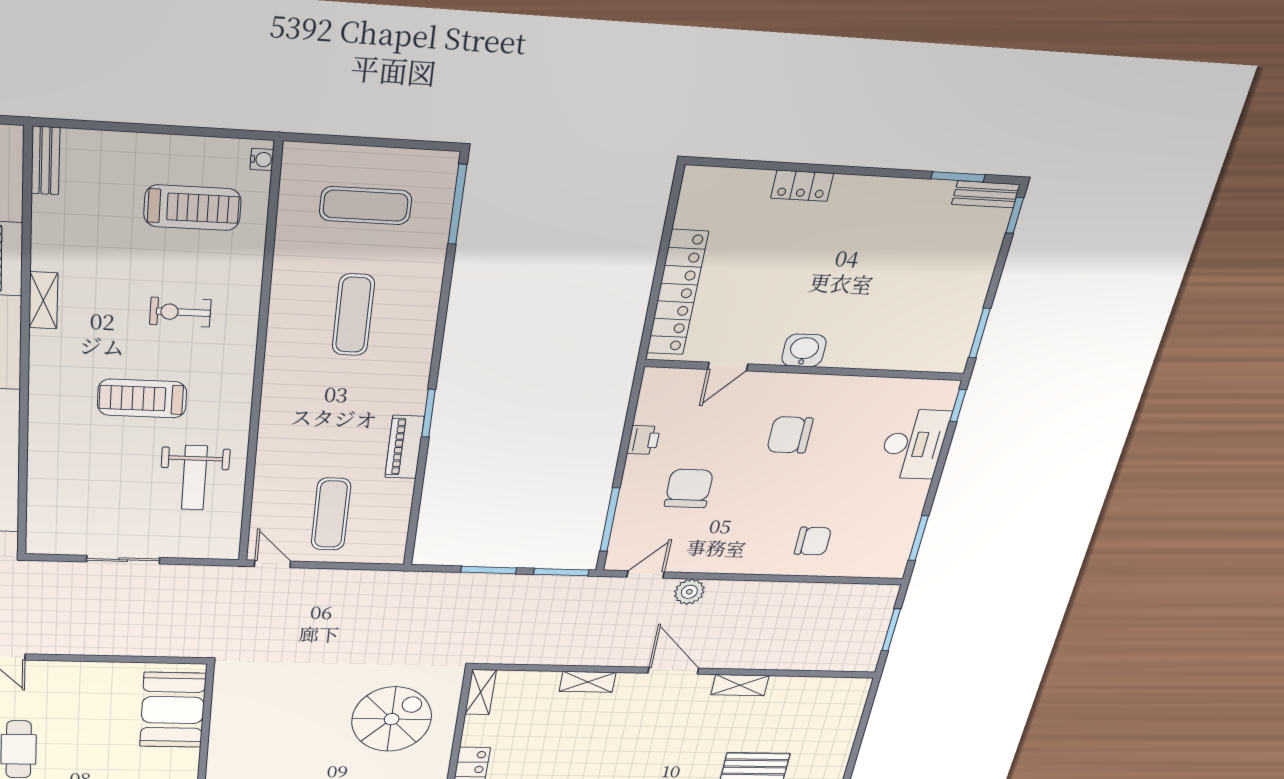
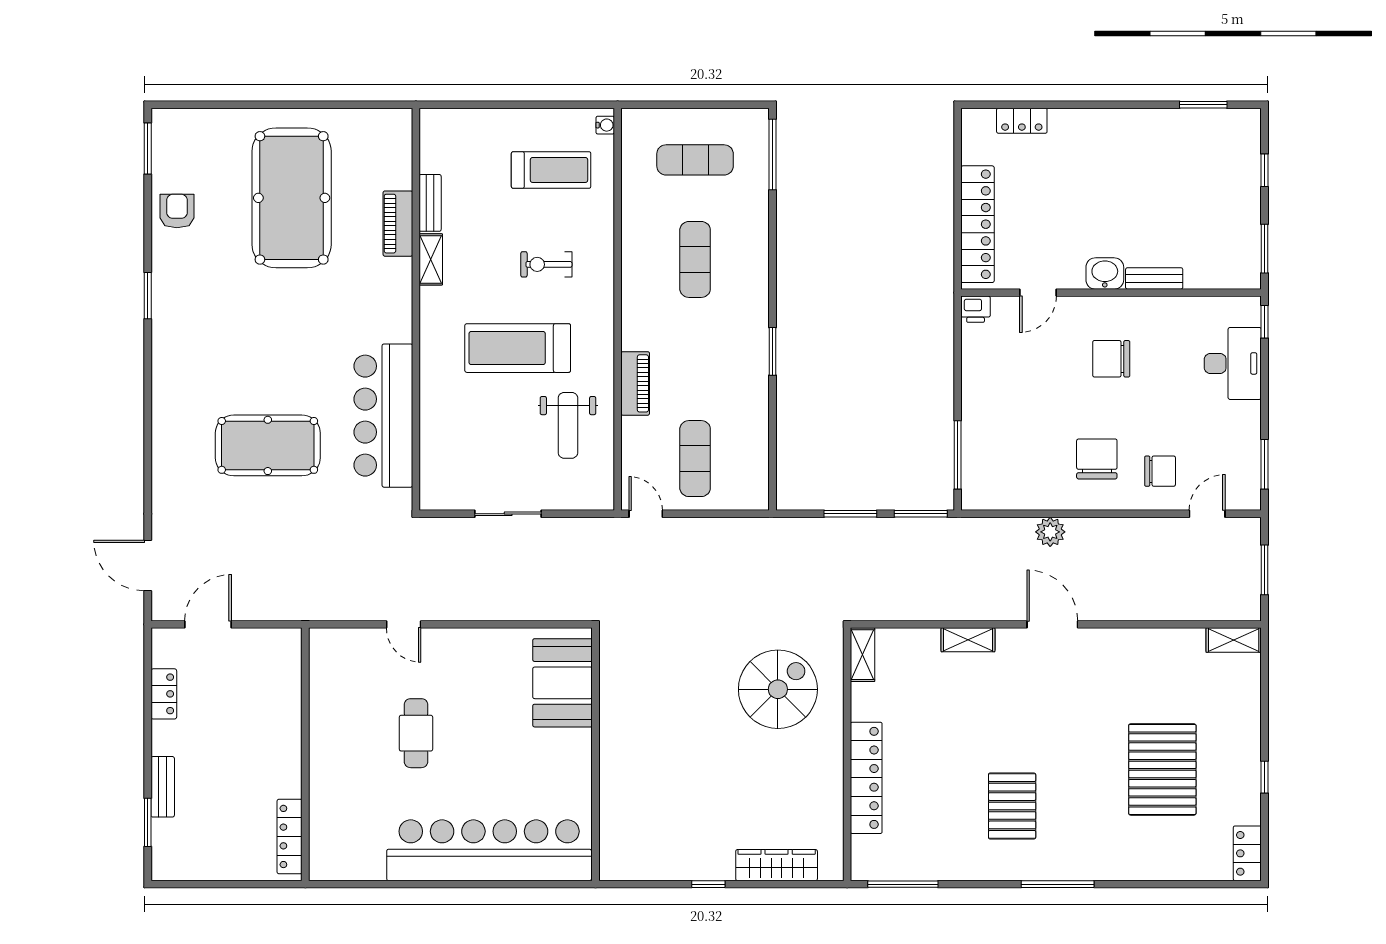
bench: (45, 161) -> (430, 203), moved
locker: (802, 186) -> (1022, 121), moved
bench: (986, 194) -> (1154, 278), moved
window: (1015, 215) -> (1264, 170), moved
treadmill: (142, 398) -> (518, 348), width x1.37, depth x1.38
printer: (643, 440) -> (976, 309), moved, turned 90
piano: (405, 447) -> (635, 383), moved, turned 180
chair: (689, 488) -> (1097, 459), moved
door: (645, 574) -> (1207, 514), moved
shelving: (740, 685) -> (1234, 640), moved

